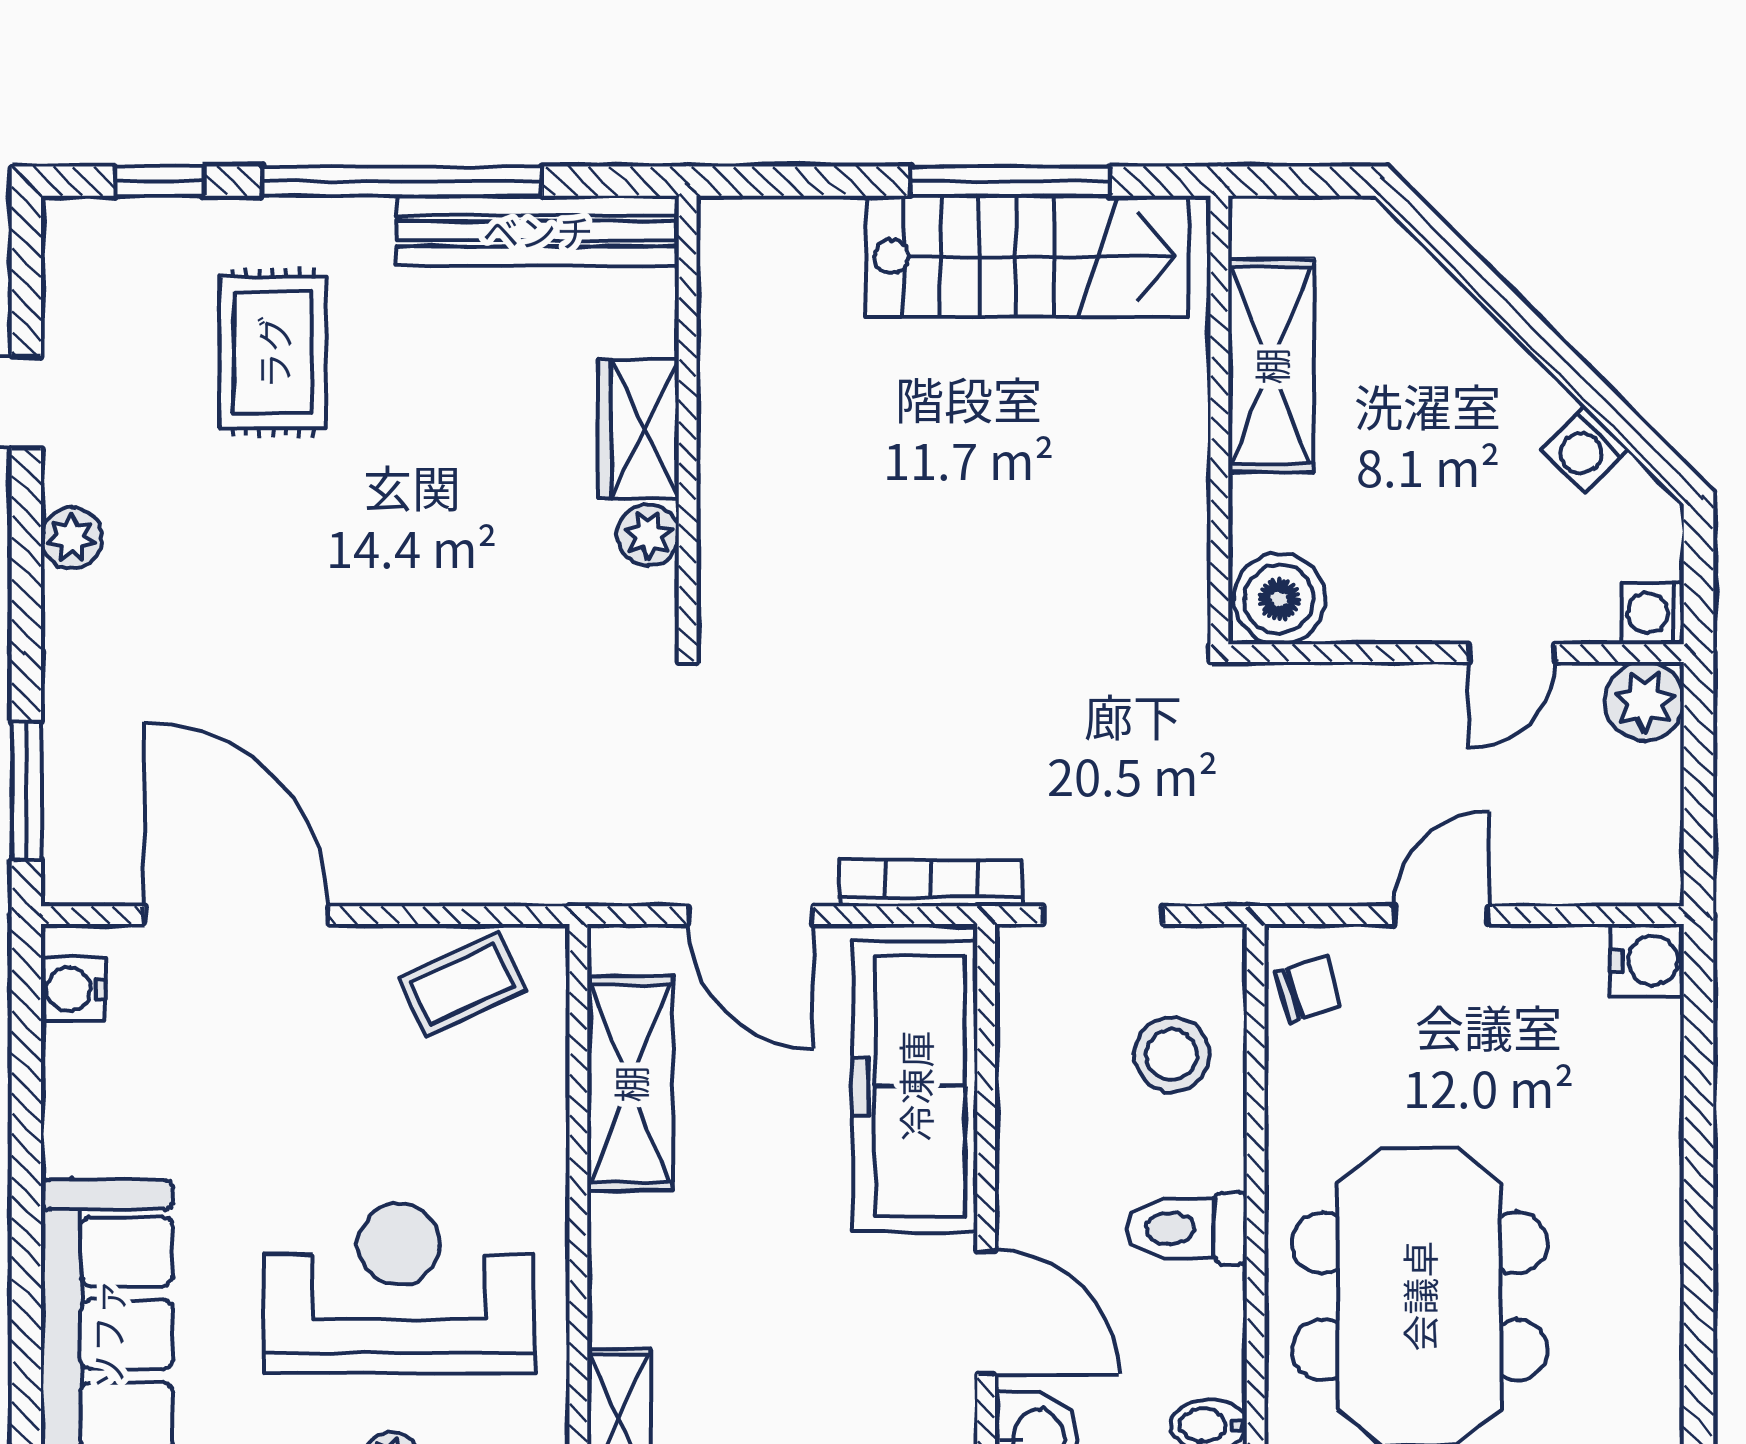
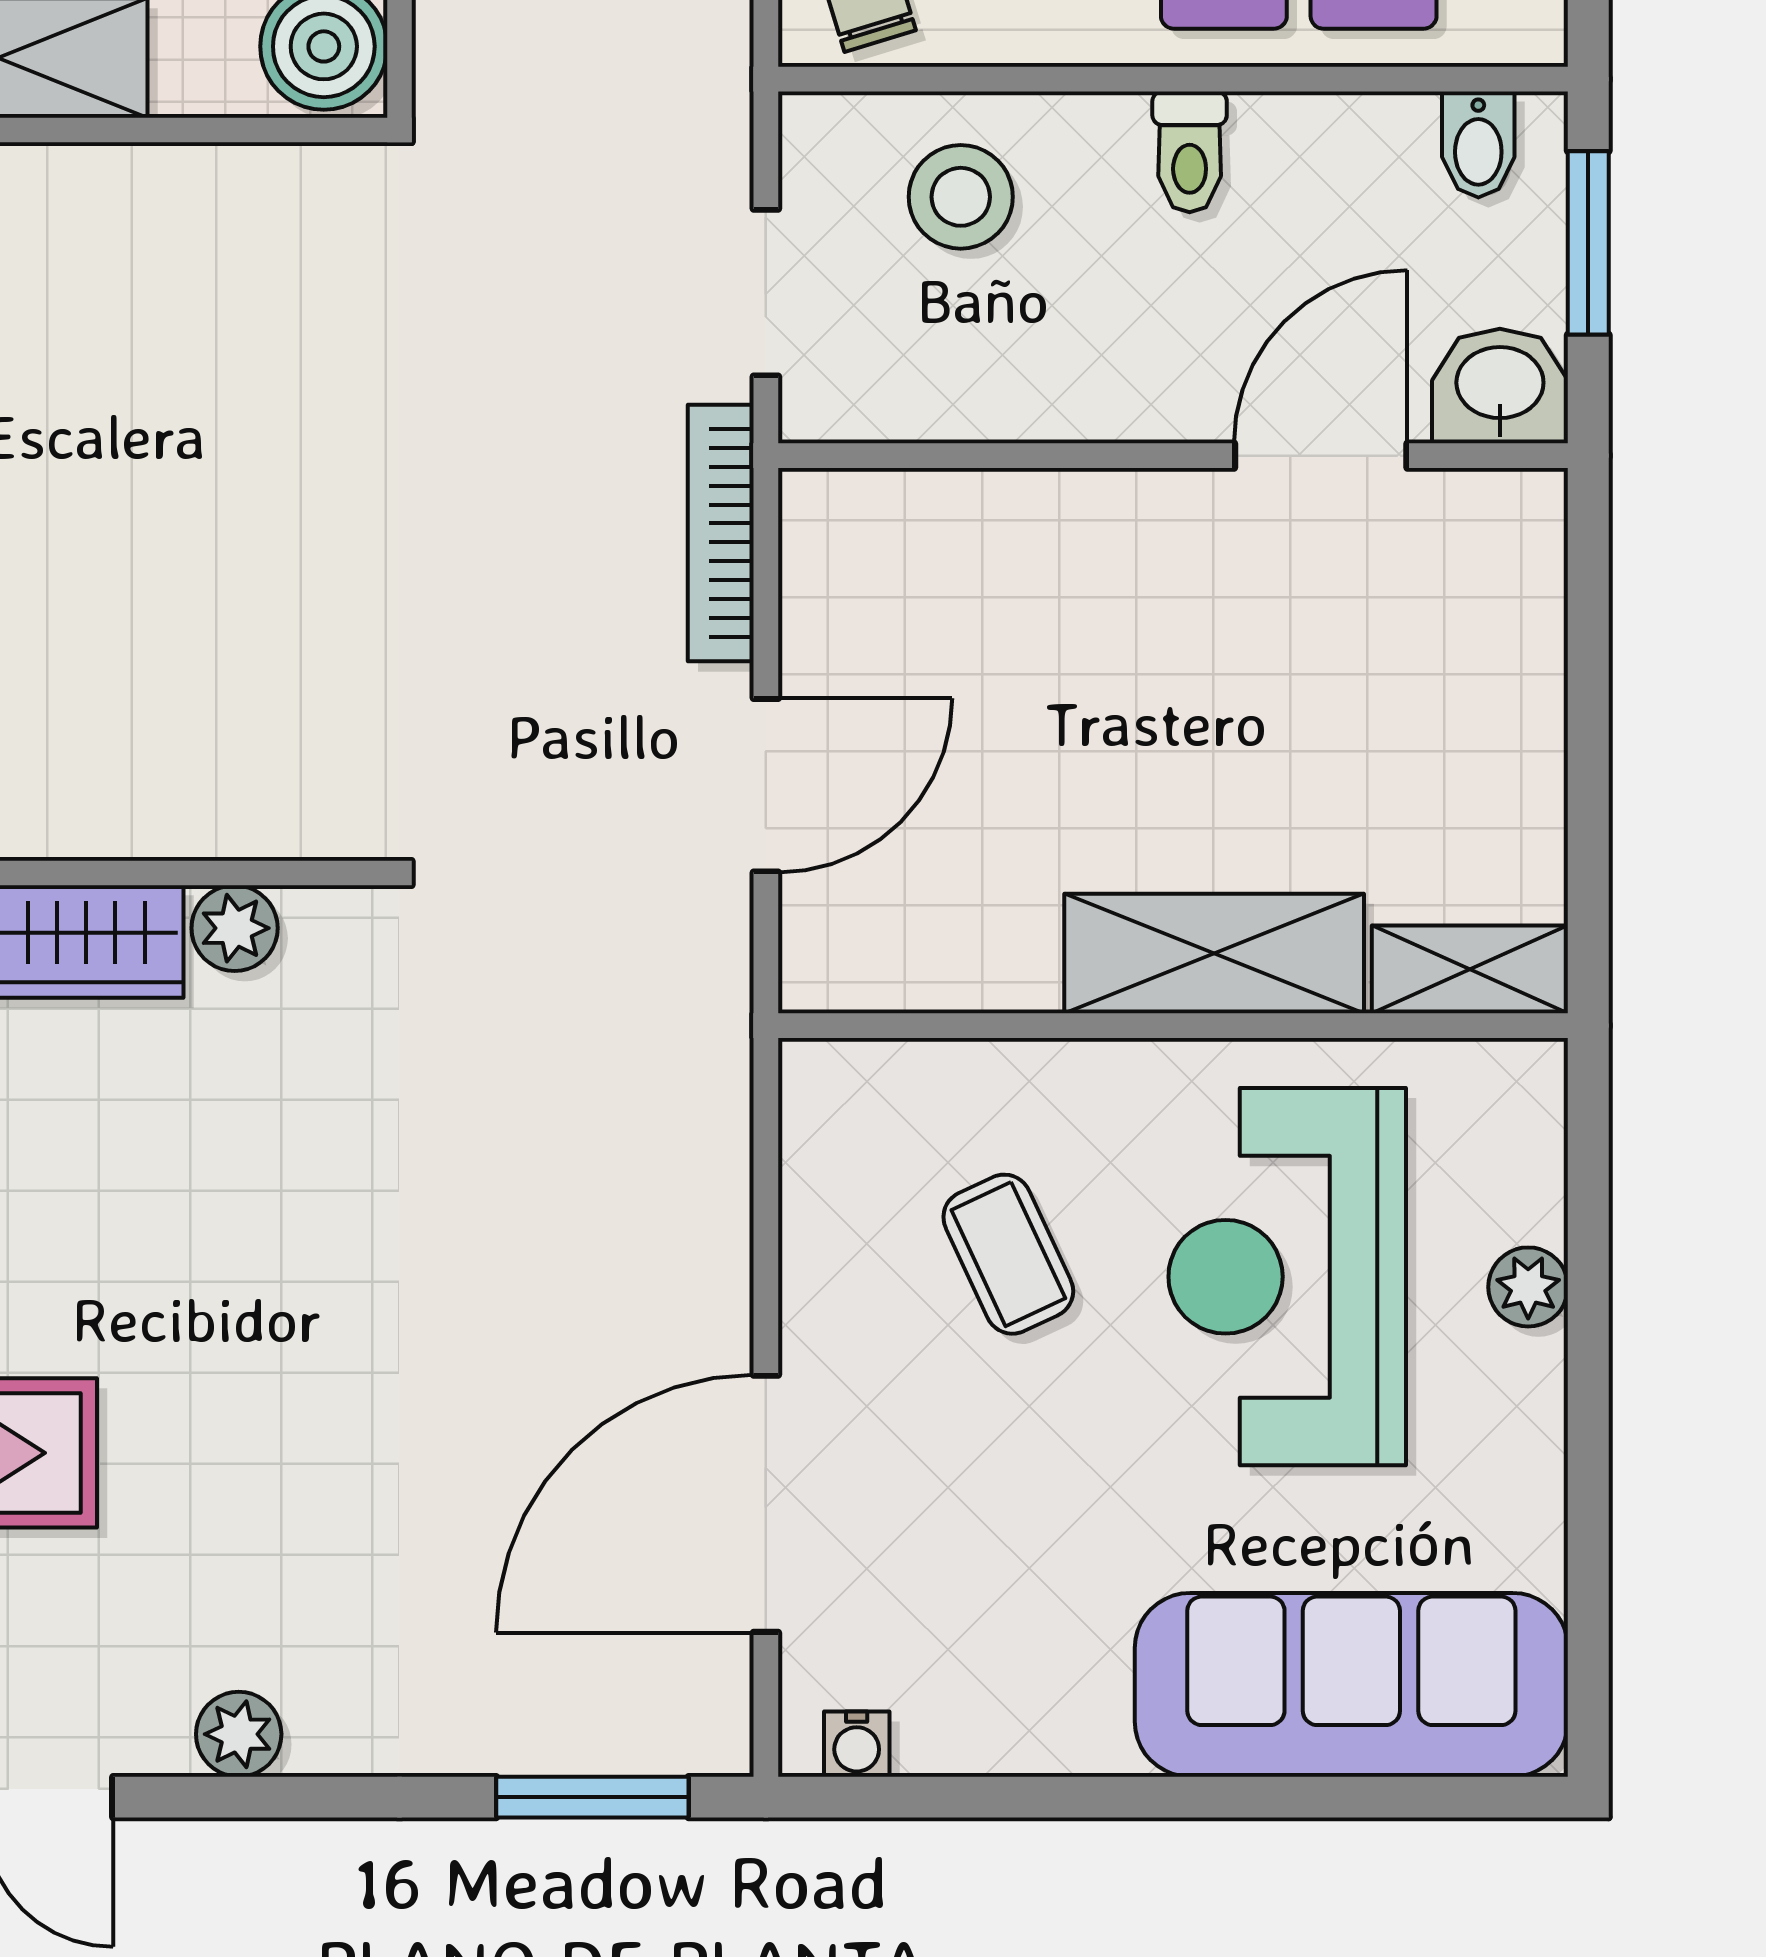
coffee table: (462, 984) -> (1008, 1254), moved
water cooler: (73, 989) -> (857, 1744), width x0.72, depth x0.72
shelving: (630, 1084) -> (1214, 954), moved
freezer: (915, 1086) -> (1005, 555), removed
toilet: (1187, 1228) -> (1190, 152), width x0.73, depth x0.72

